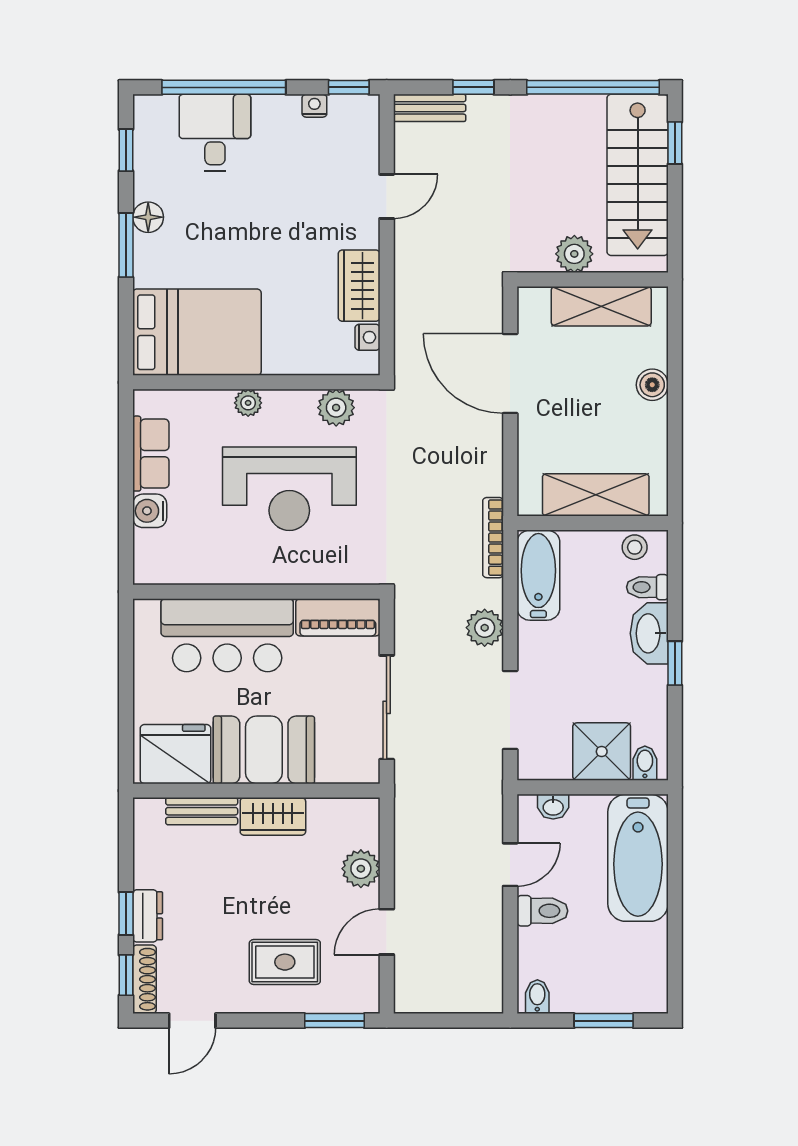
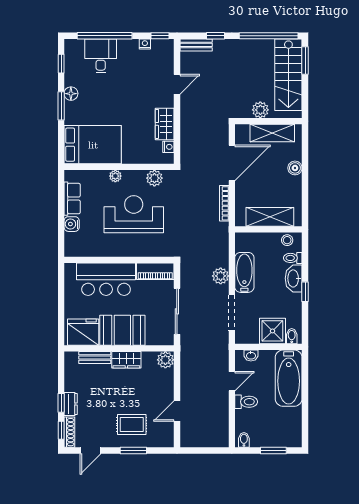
window: (675, 143) -> (305, 61), width x1.50
door: (510, 373) -> (232, 163), swing flipped
reception desk: (289, 489) -> (134, 214), turned 180
bookcase: (493, 538) -> (224, 203), moved
bathtub: (538, 575) -> (244, 272), moved
plant: (361, 869) -> (165, 360), moved
window: (334, 1021) -> (133, 450), moved

